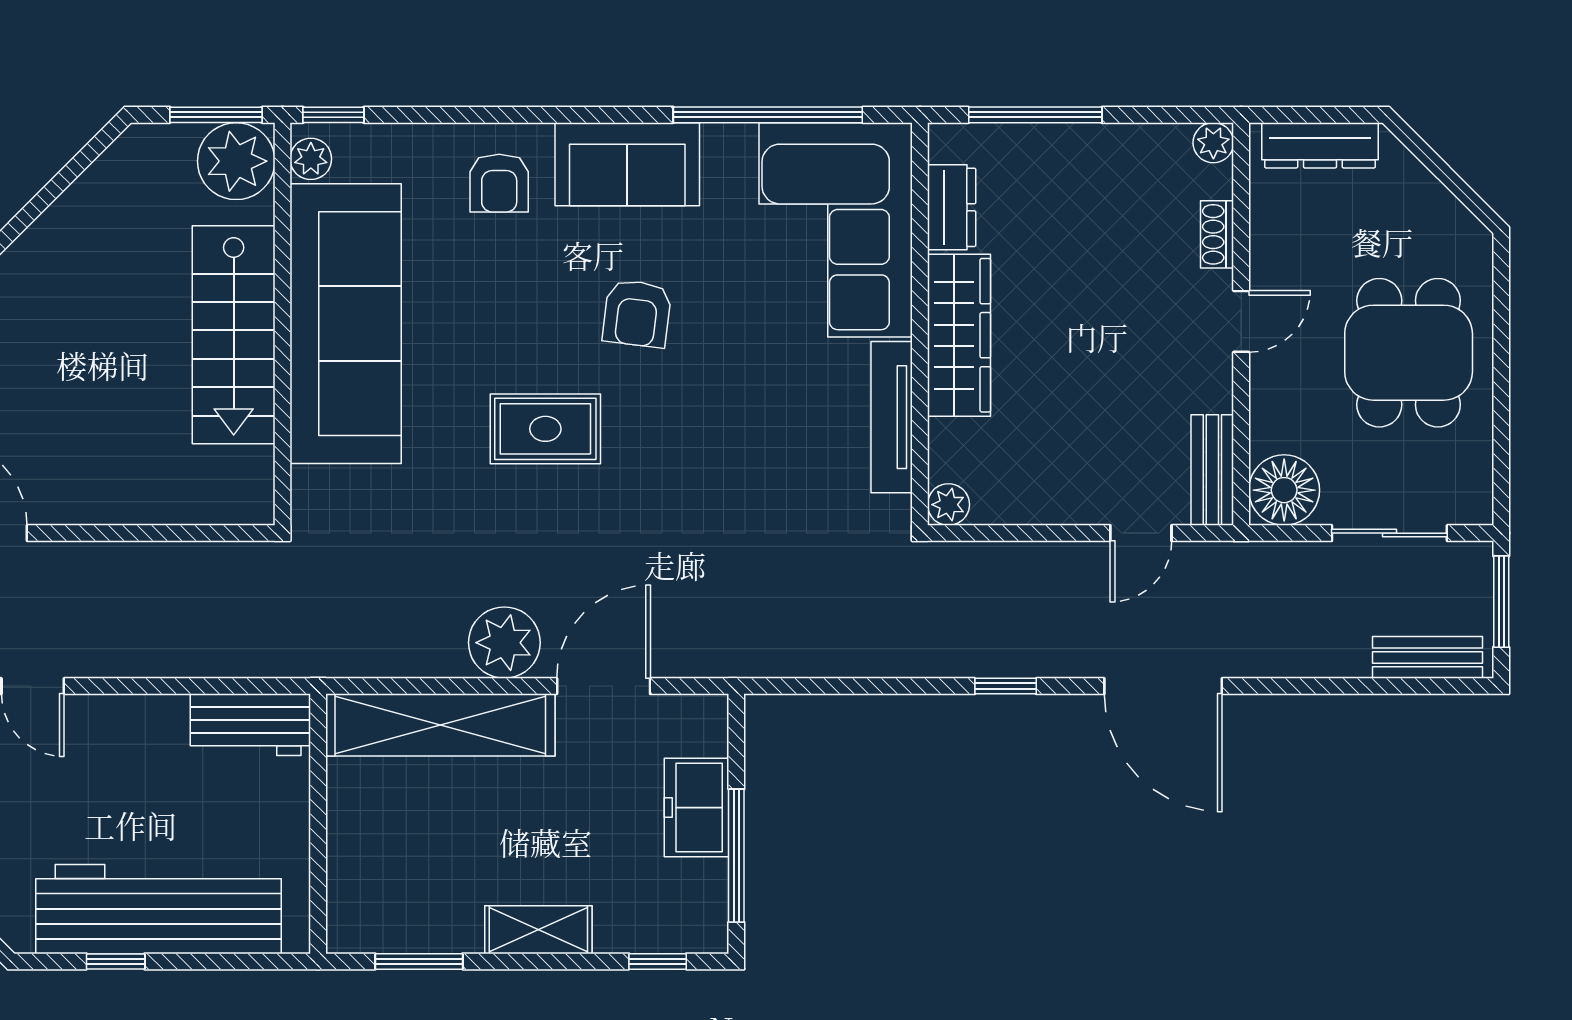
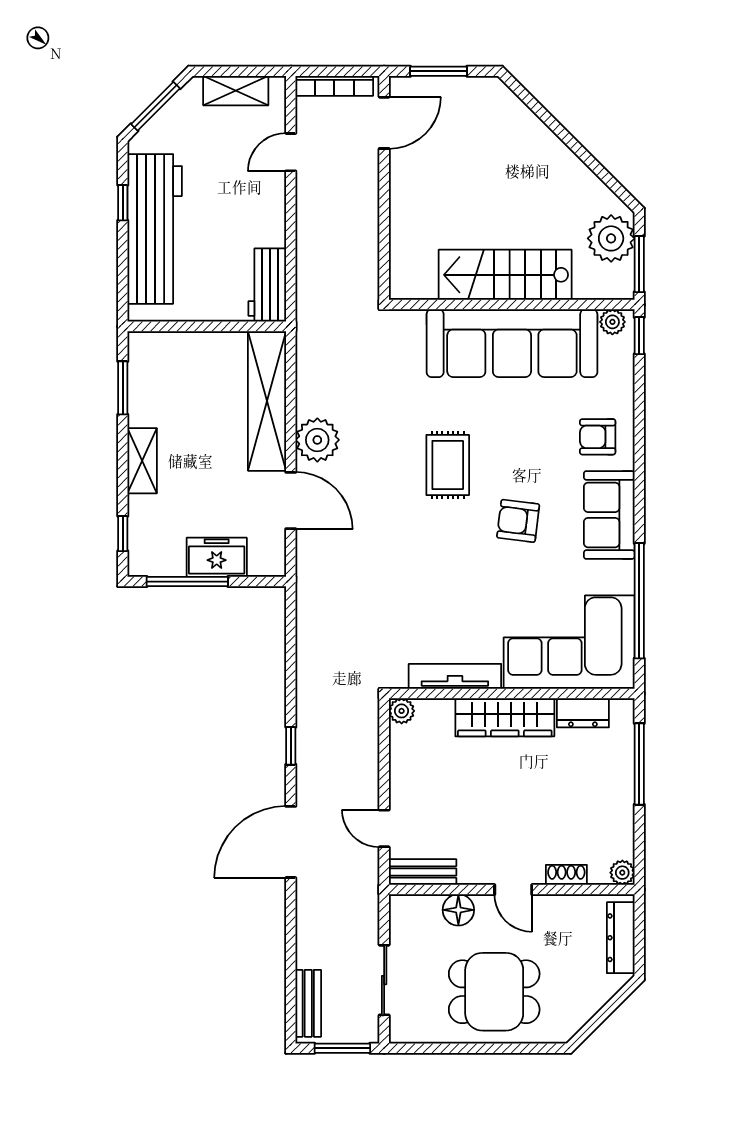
plant: (236, 161) -> (611, 238), moved
floor lamp: (1284, 490) -> (458, 910), moved, width x0.73, depth x0.73

